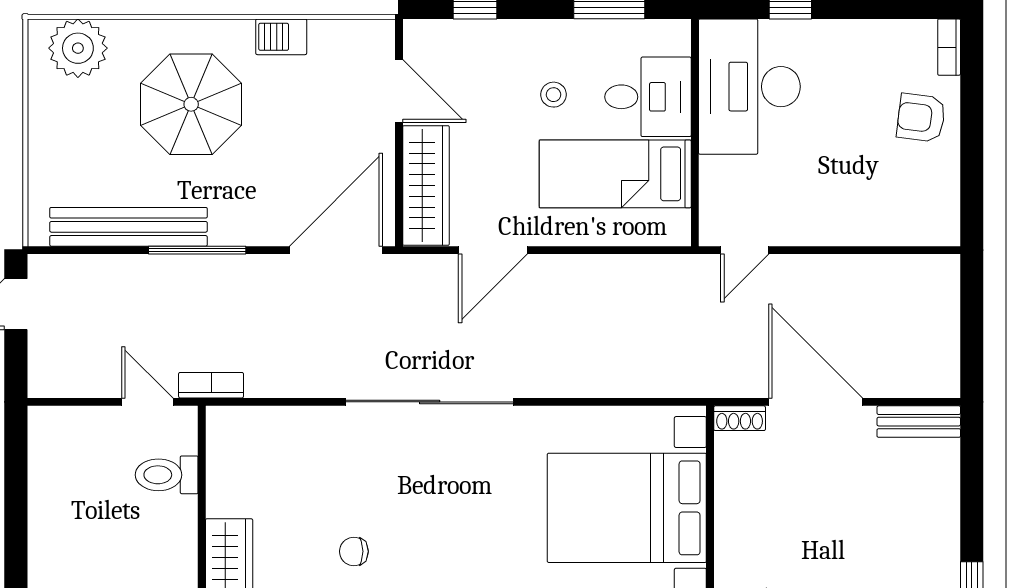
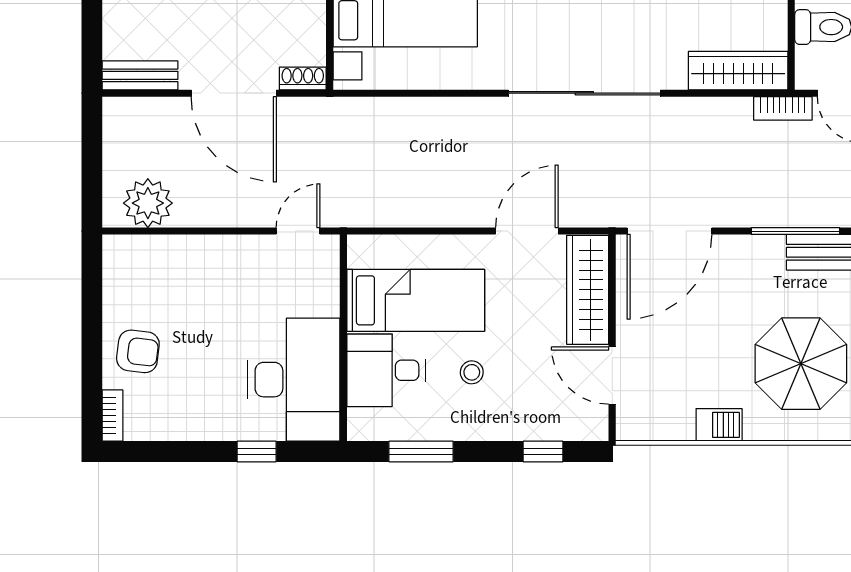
plant: (910, 281) -> (148, 203), added
wardrobe: (260, 427) -> (738, 71), added

